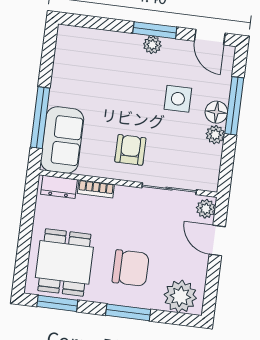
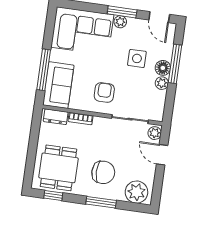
corner sofa: (96, 59) -> (82, 31), added
window: (57, 303) -> (53, 195), width x0.67

